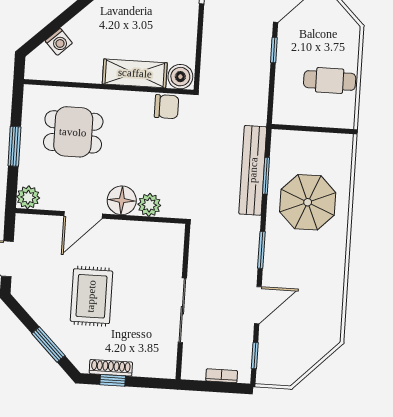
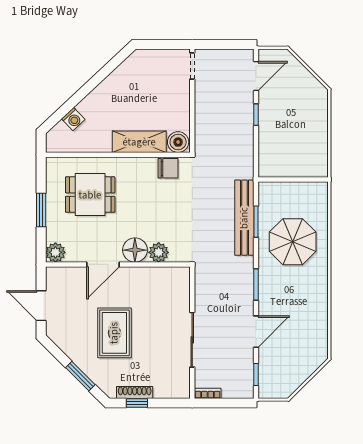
cafe table: (330, 80) -> (305, 137), removed
bookcase: (222, 376) -> (208, 393), moved

